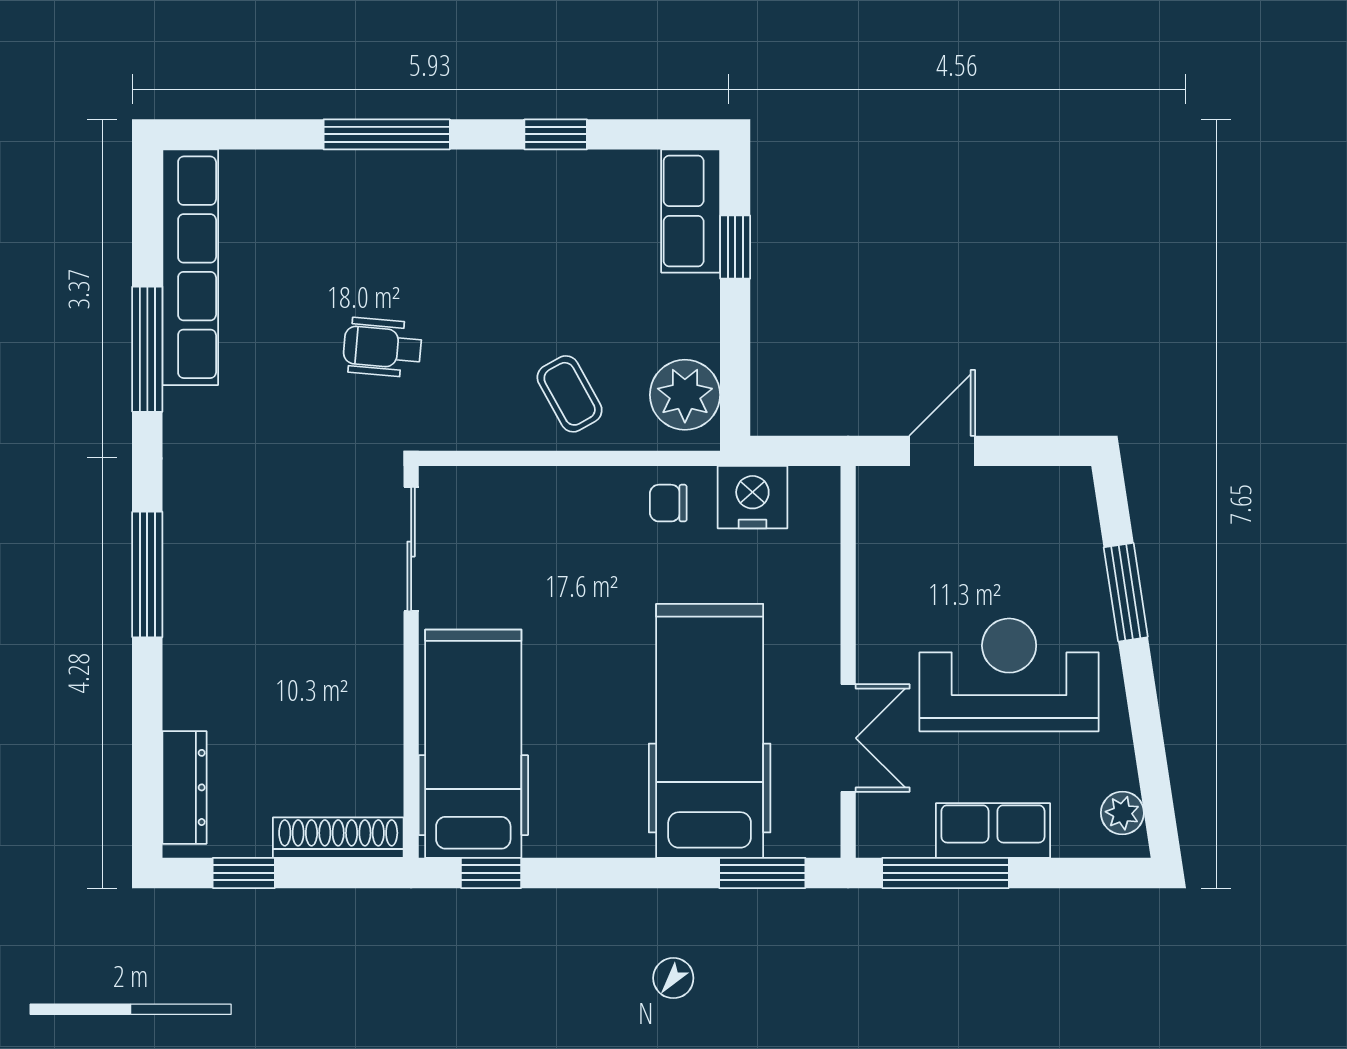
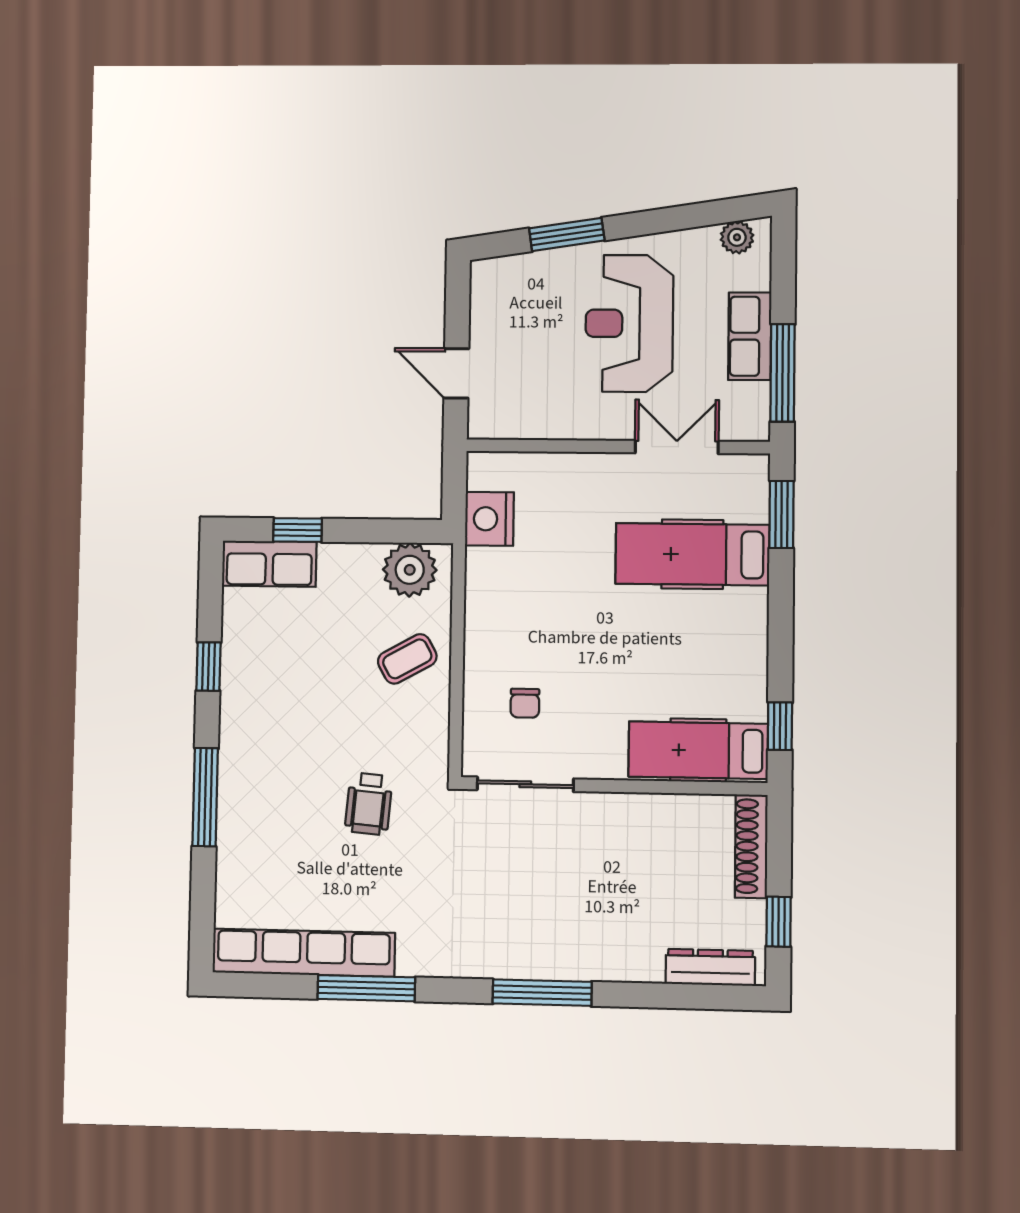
chair: (668, 503) -> (525, 703), moved
hospital bed: (710, 731) -> (692, 554), width x0.73, depth x0.78
hospital bed: (473, 744) -> (698, 750), width x0.73, depth x0.78

